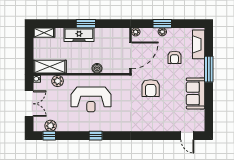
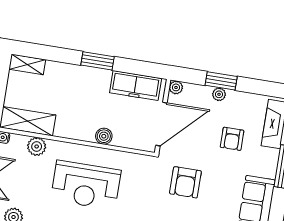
freezer: (79, 35) -> (136, 86), moved

